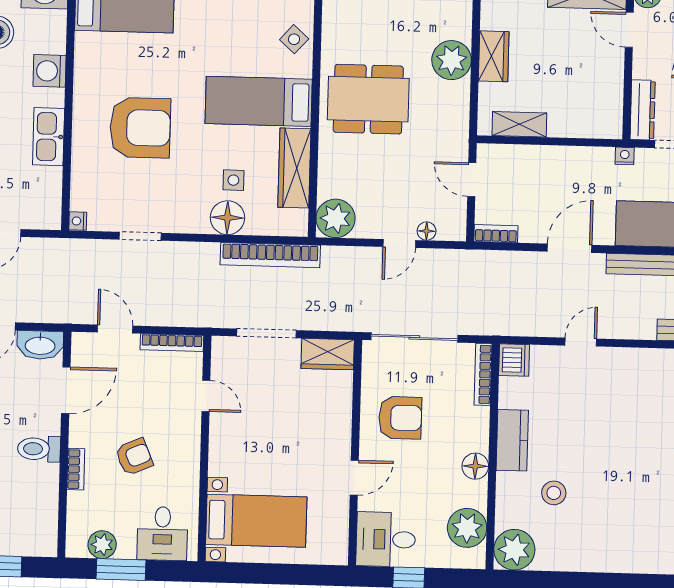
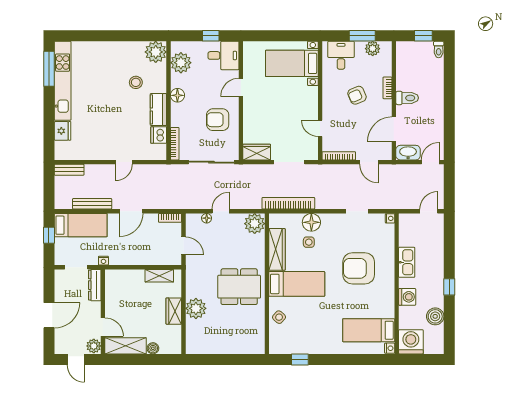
dishwasher: (514, 360) -> (159, 135), moved

